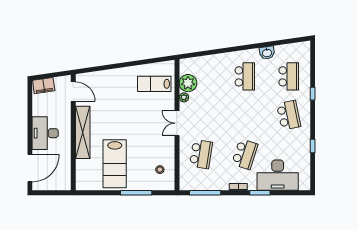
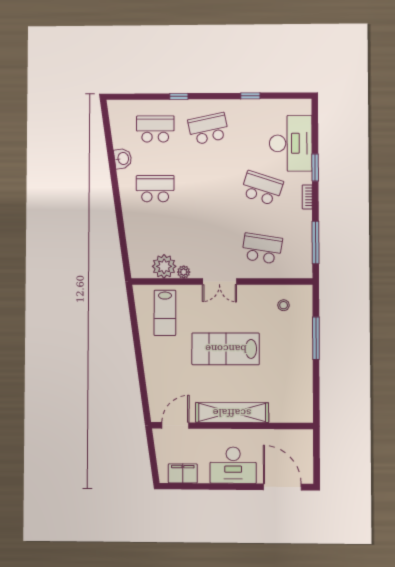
filing cabinet: (44, 86) -> (183, 473), moved, turned -82
lab bench: (115, 164) -> (226, 349), moved, turned 180

